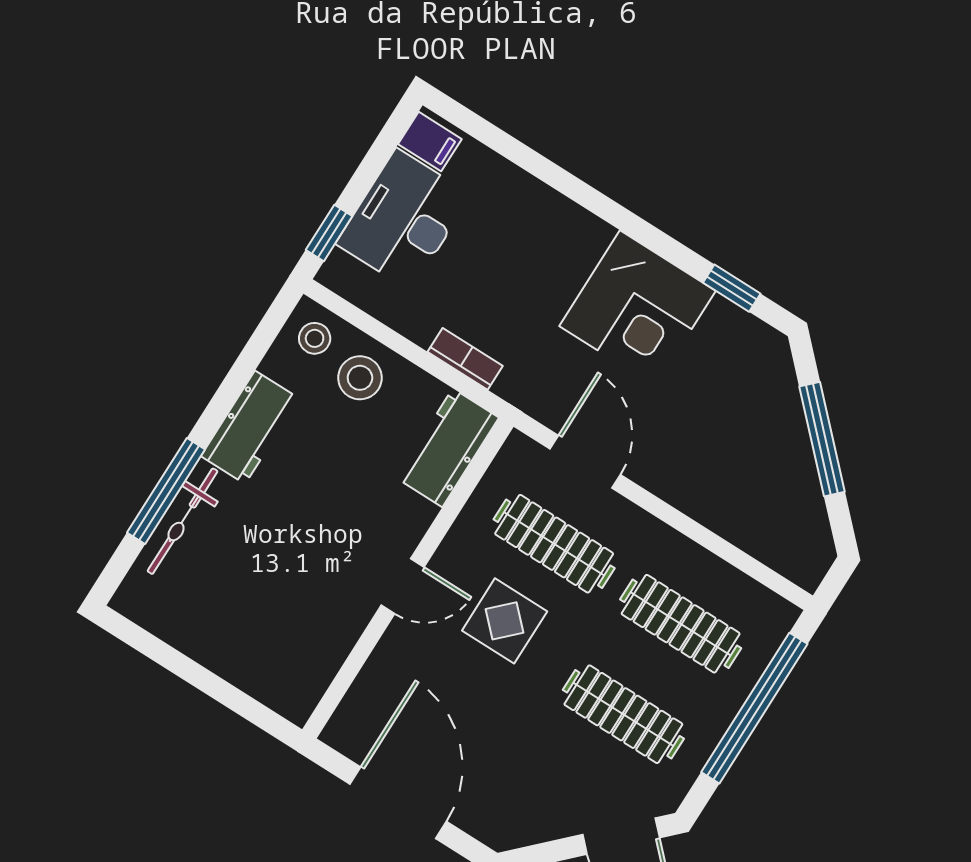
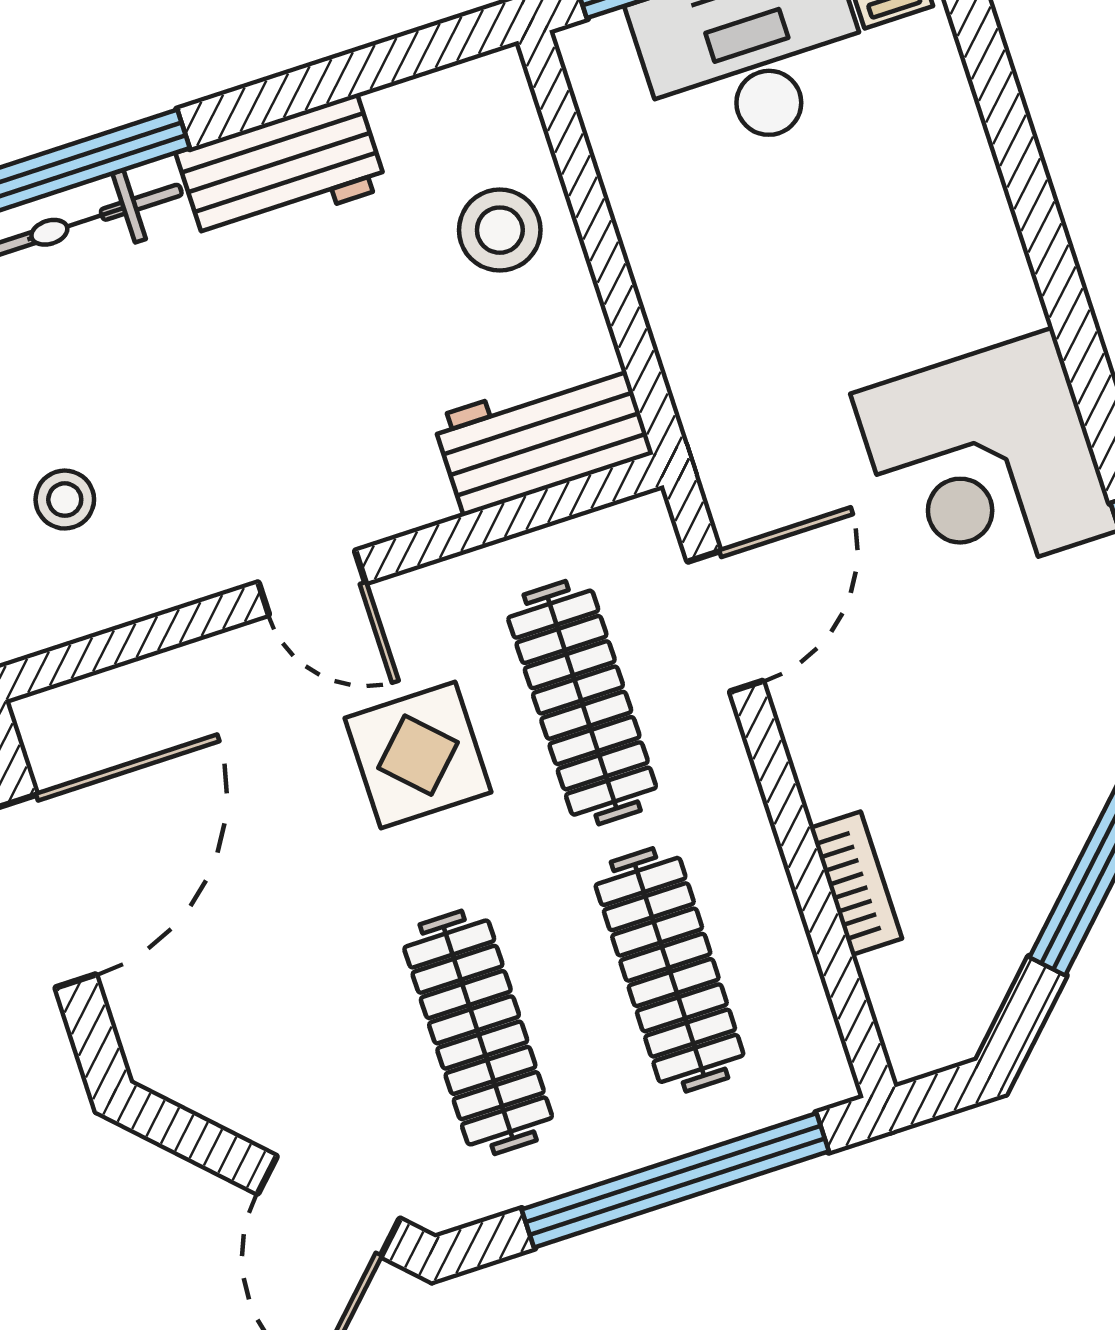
stool: (315, 338) -> (65, 500), moved
bookcase: (465, 359) -> (856, 883), moved

